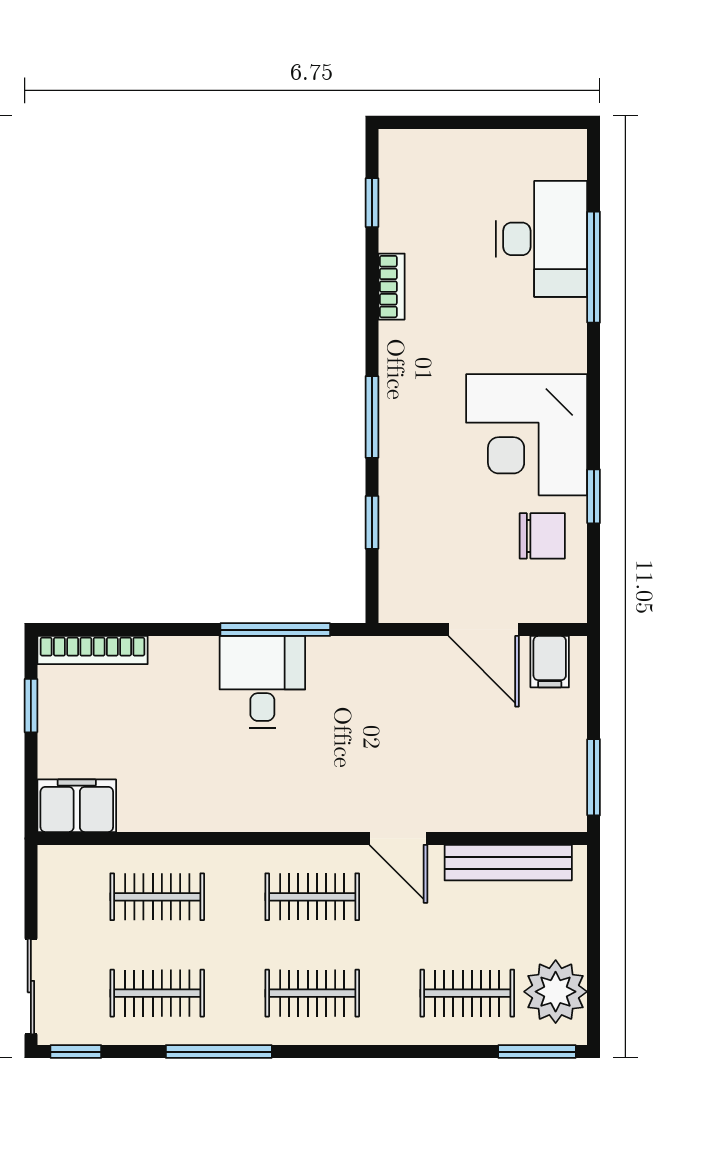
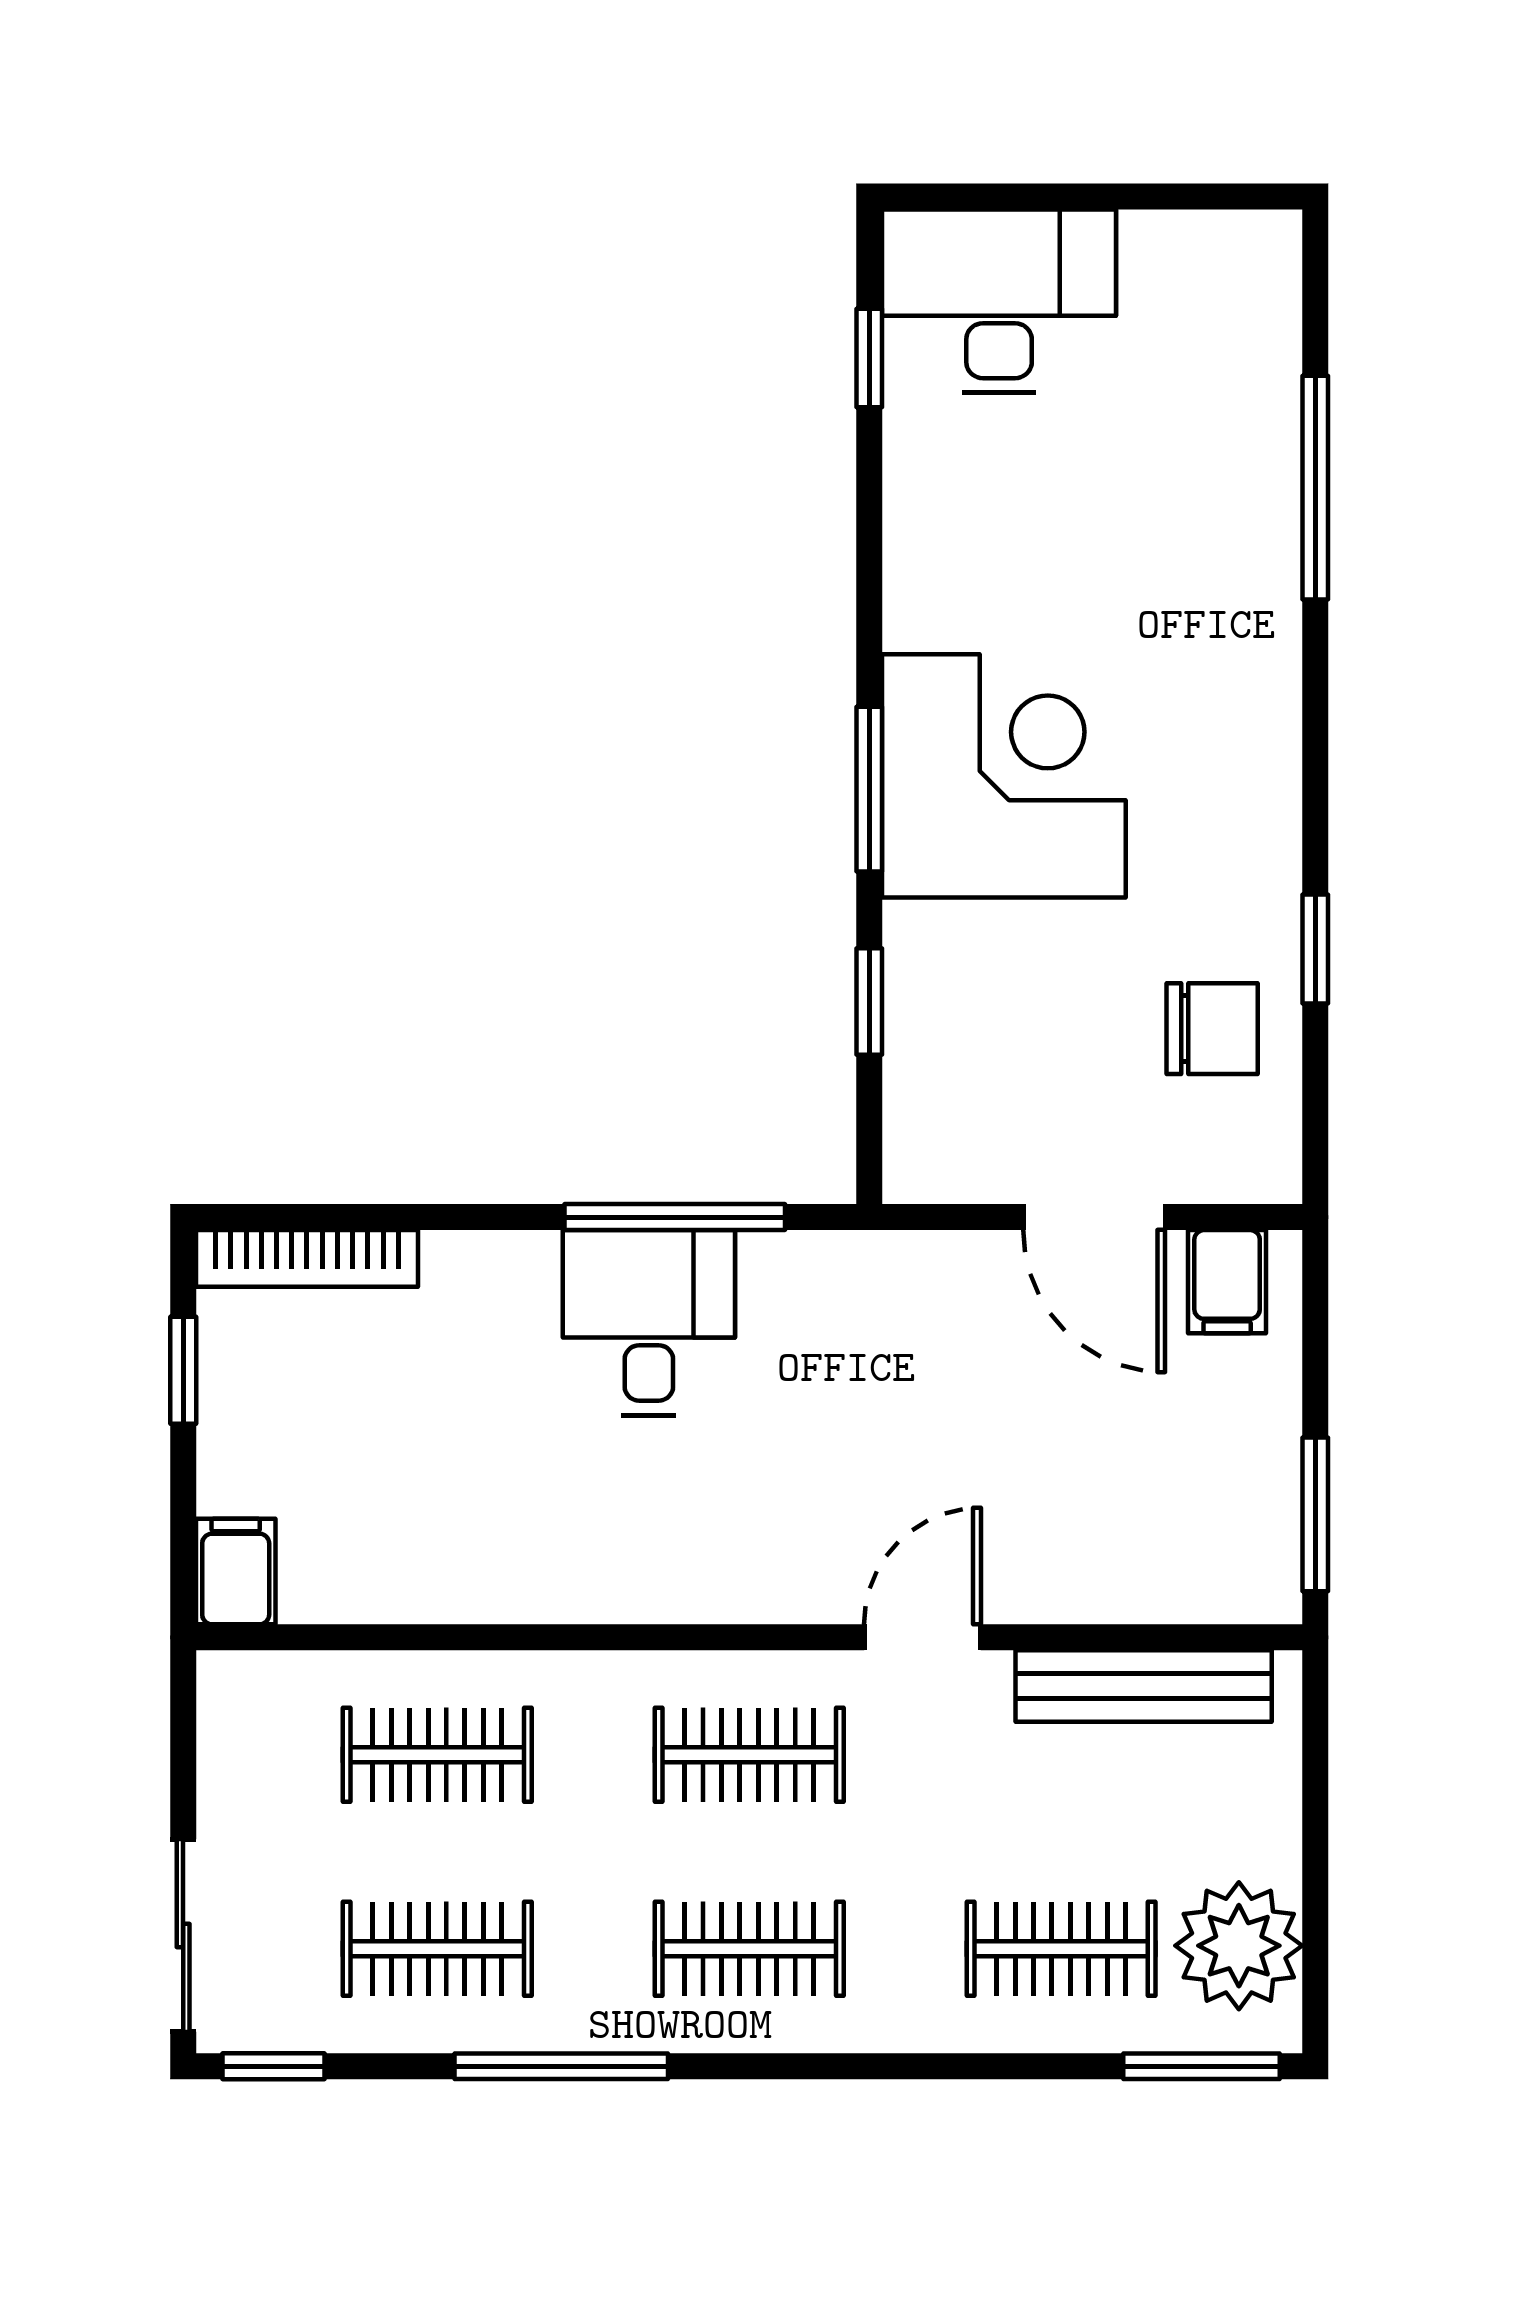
desk: (542, 239) -> (999, 301), moved, turned -90
bookcase: (392, 287) -> (909, 527), removed
corner desk: (527, 435) -> (1004, 776), moved, turned 180
filing cabinet: (77, 806) -> (236, 1572), width x0.50
door: (398, 838) -> (923, 1637), swing flipped

